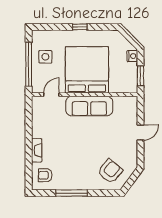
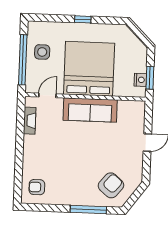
nightstand: (132, 56) -> (140, 80), moved
fireplace: (37, 150) -> (30, 121), moved
window: (72, 193) -> (88, 209), moved

